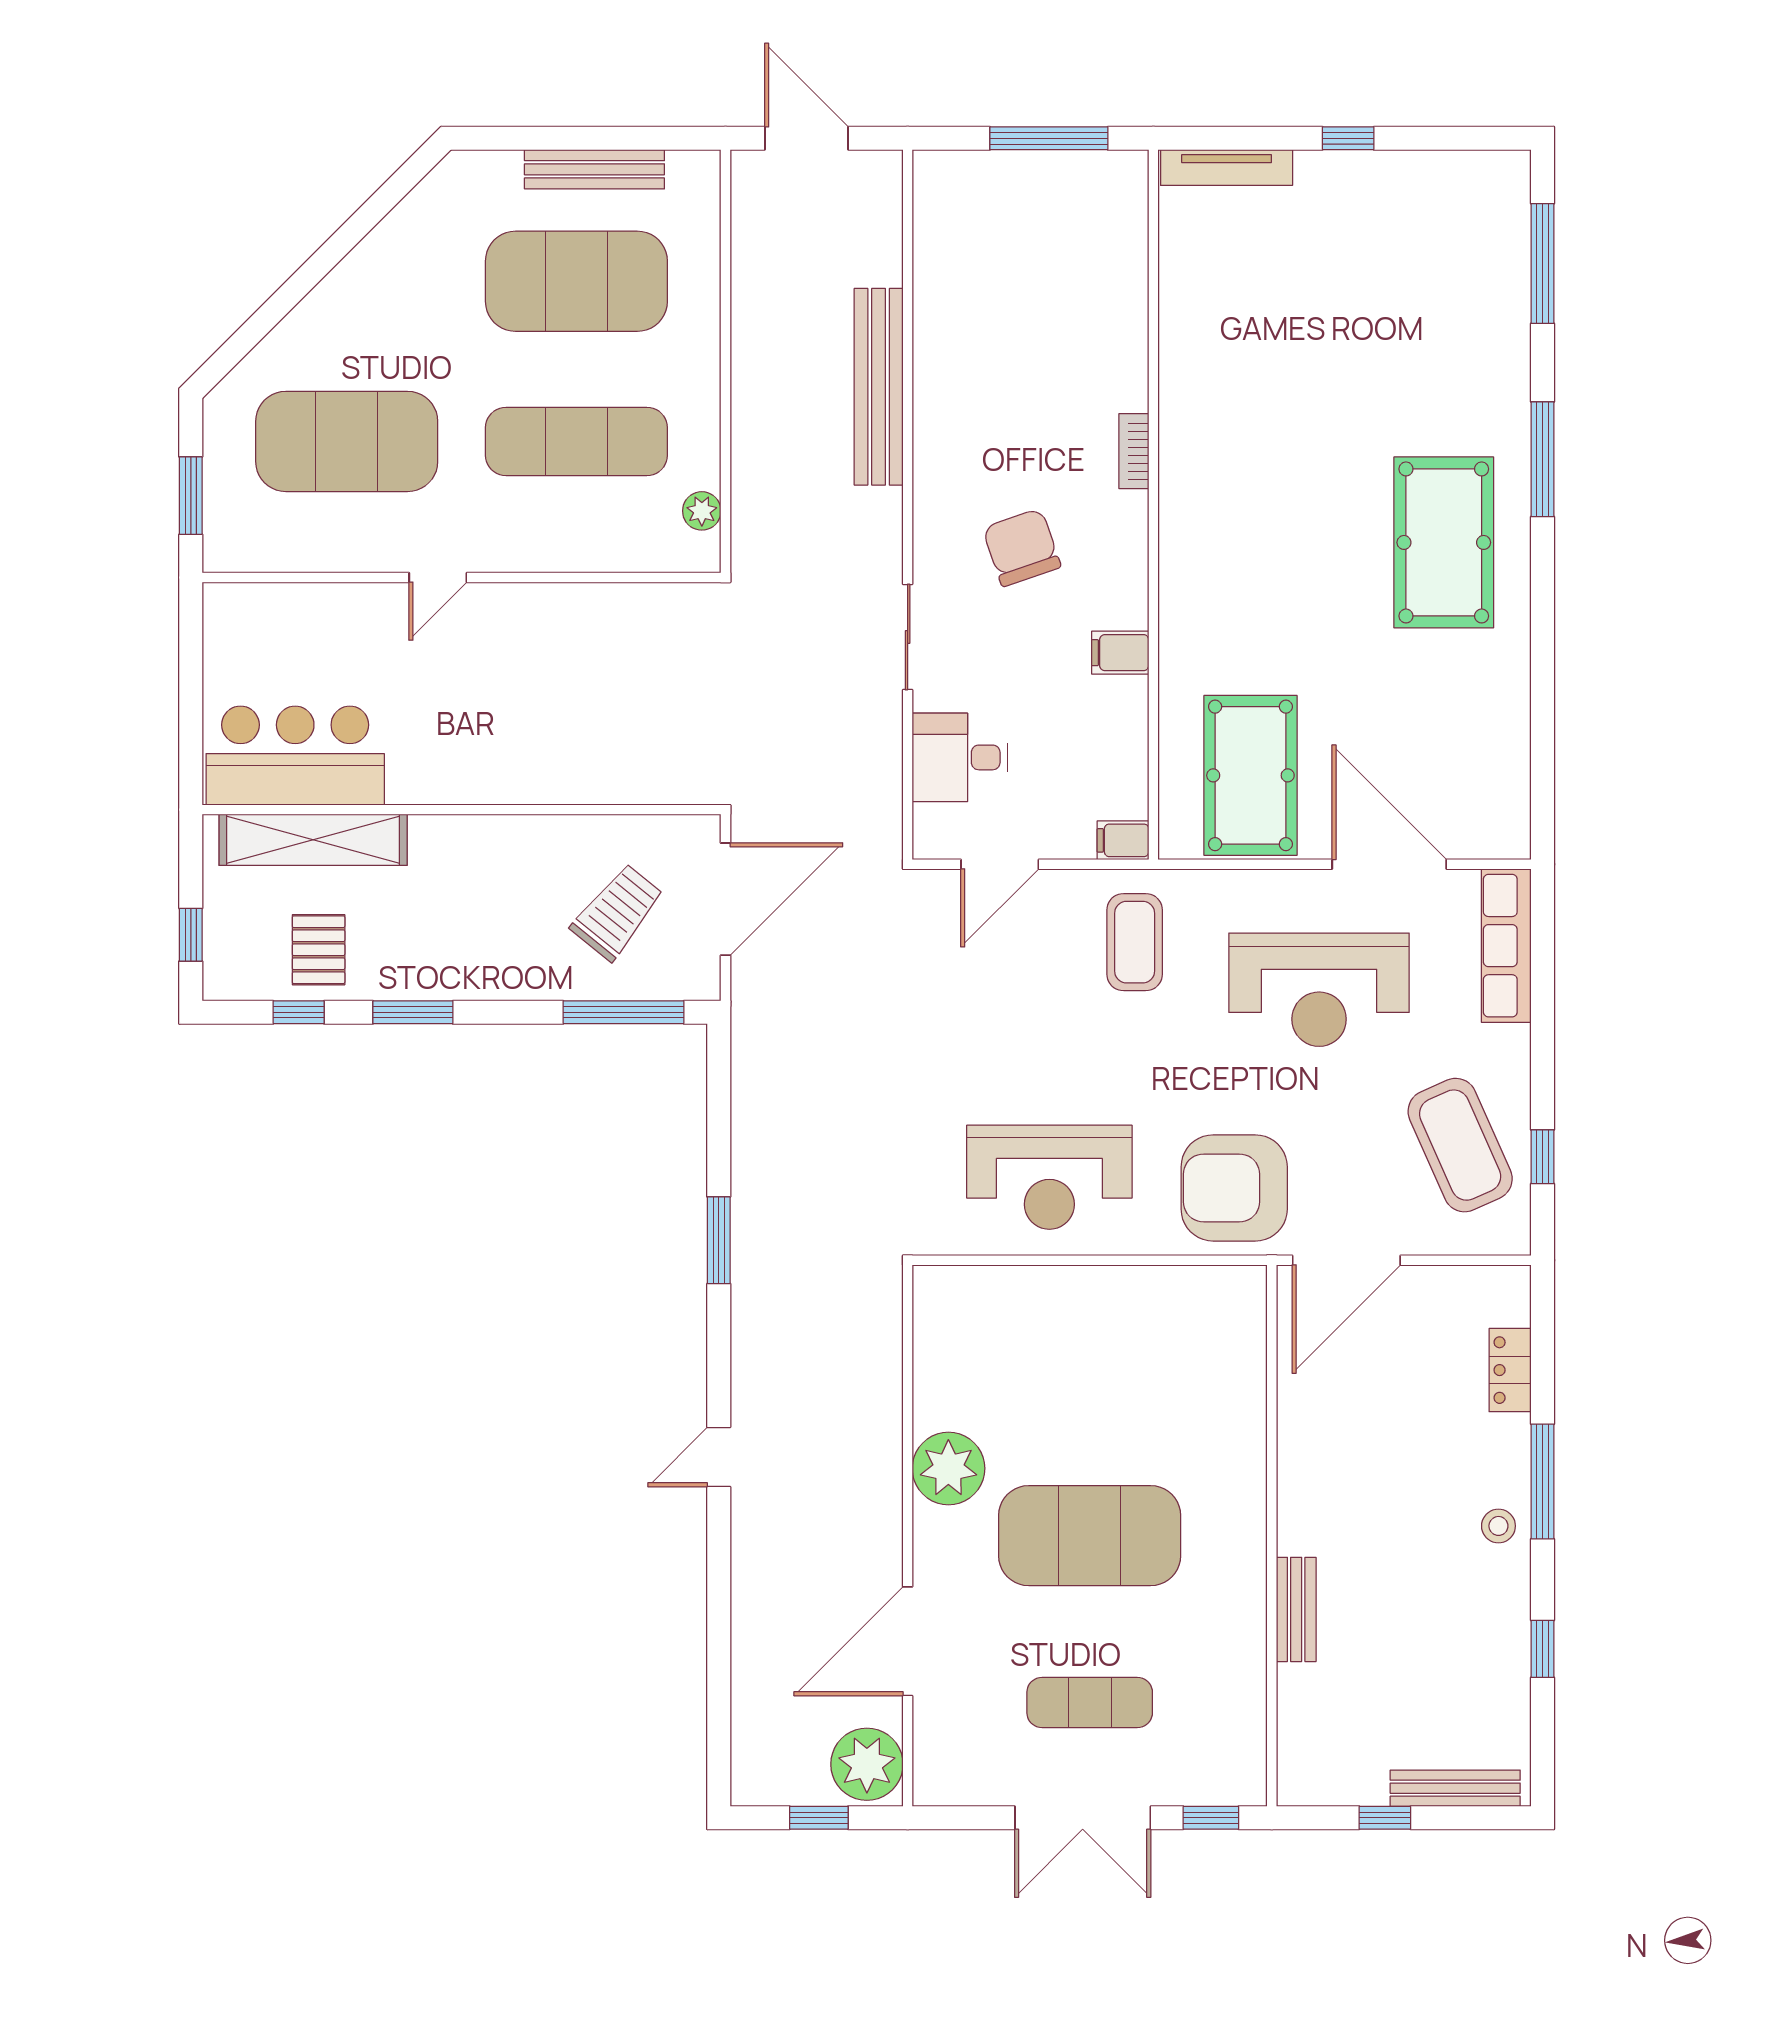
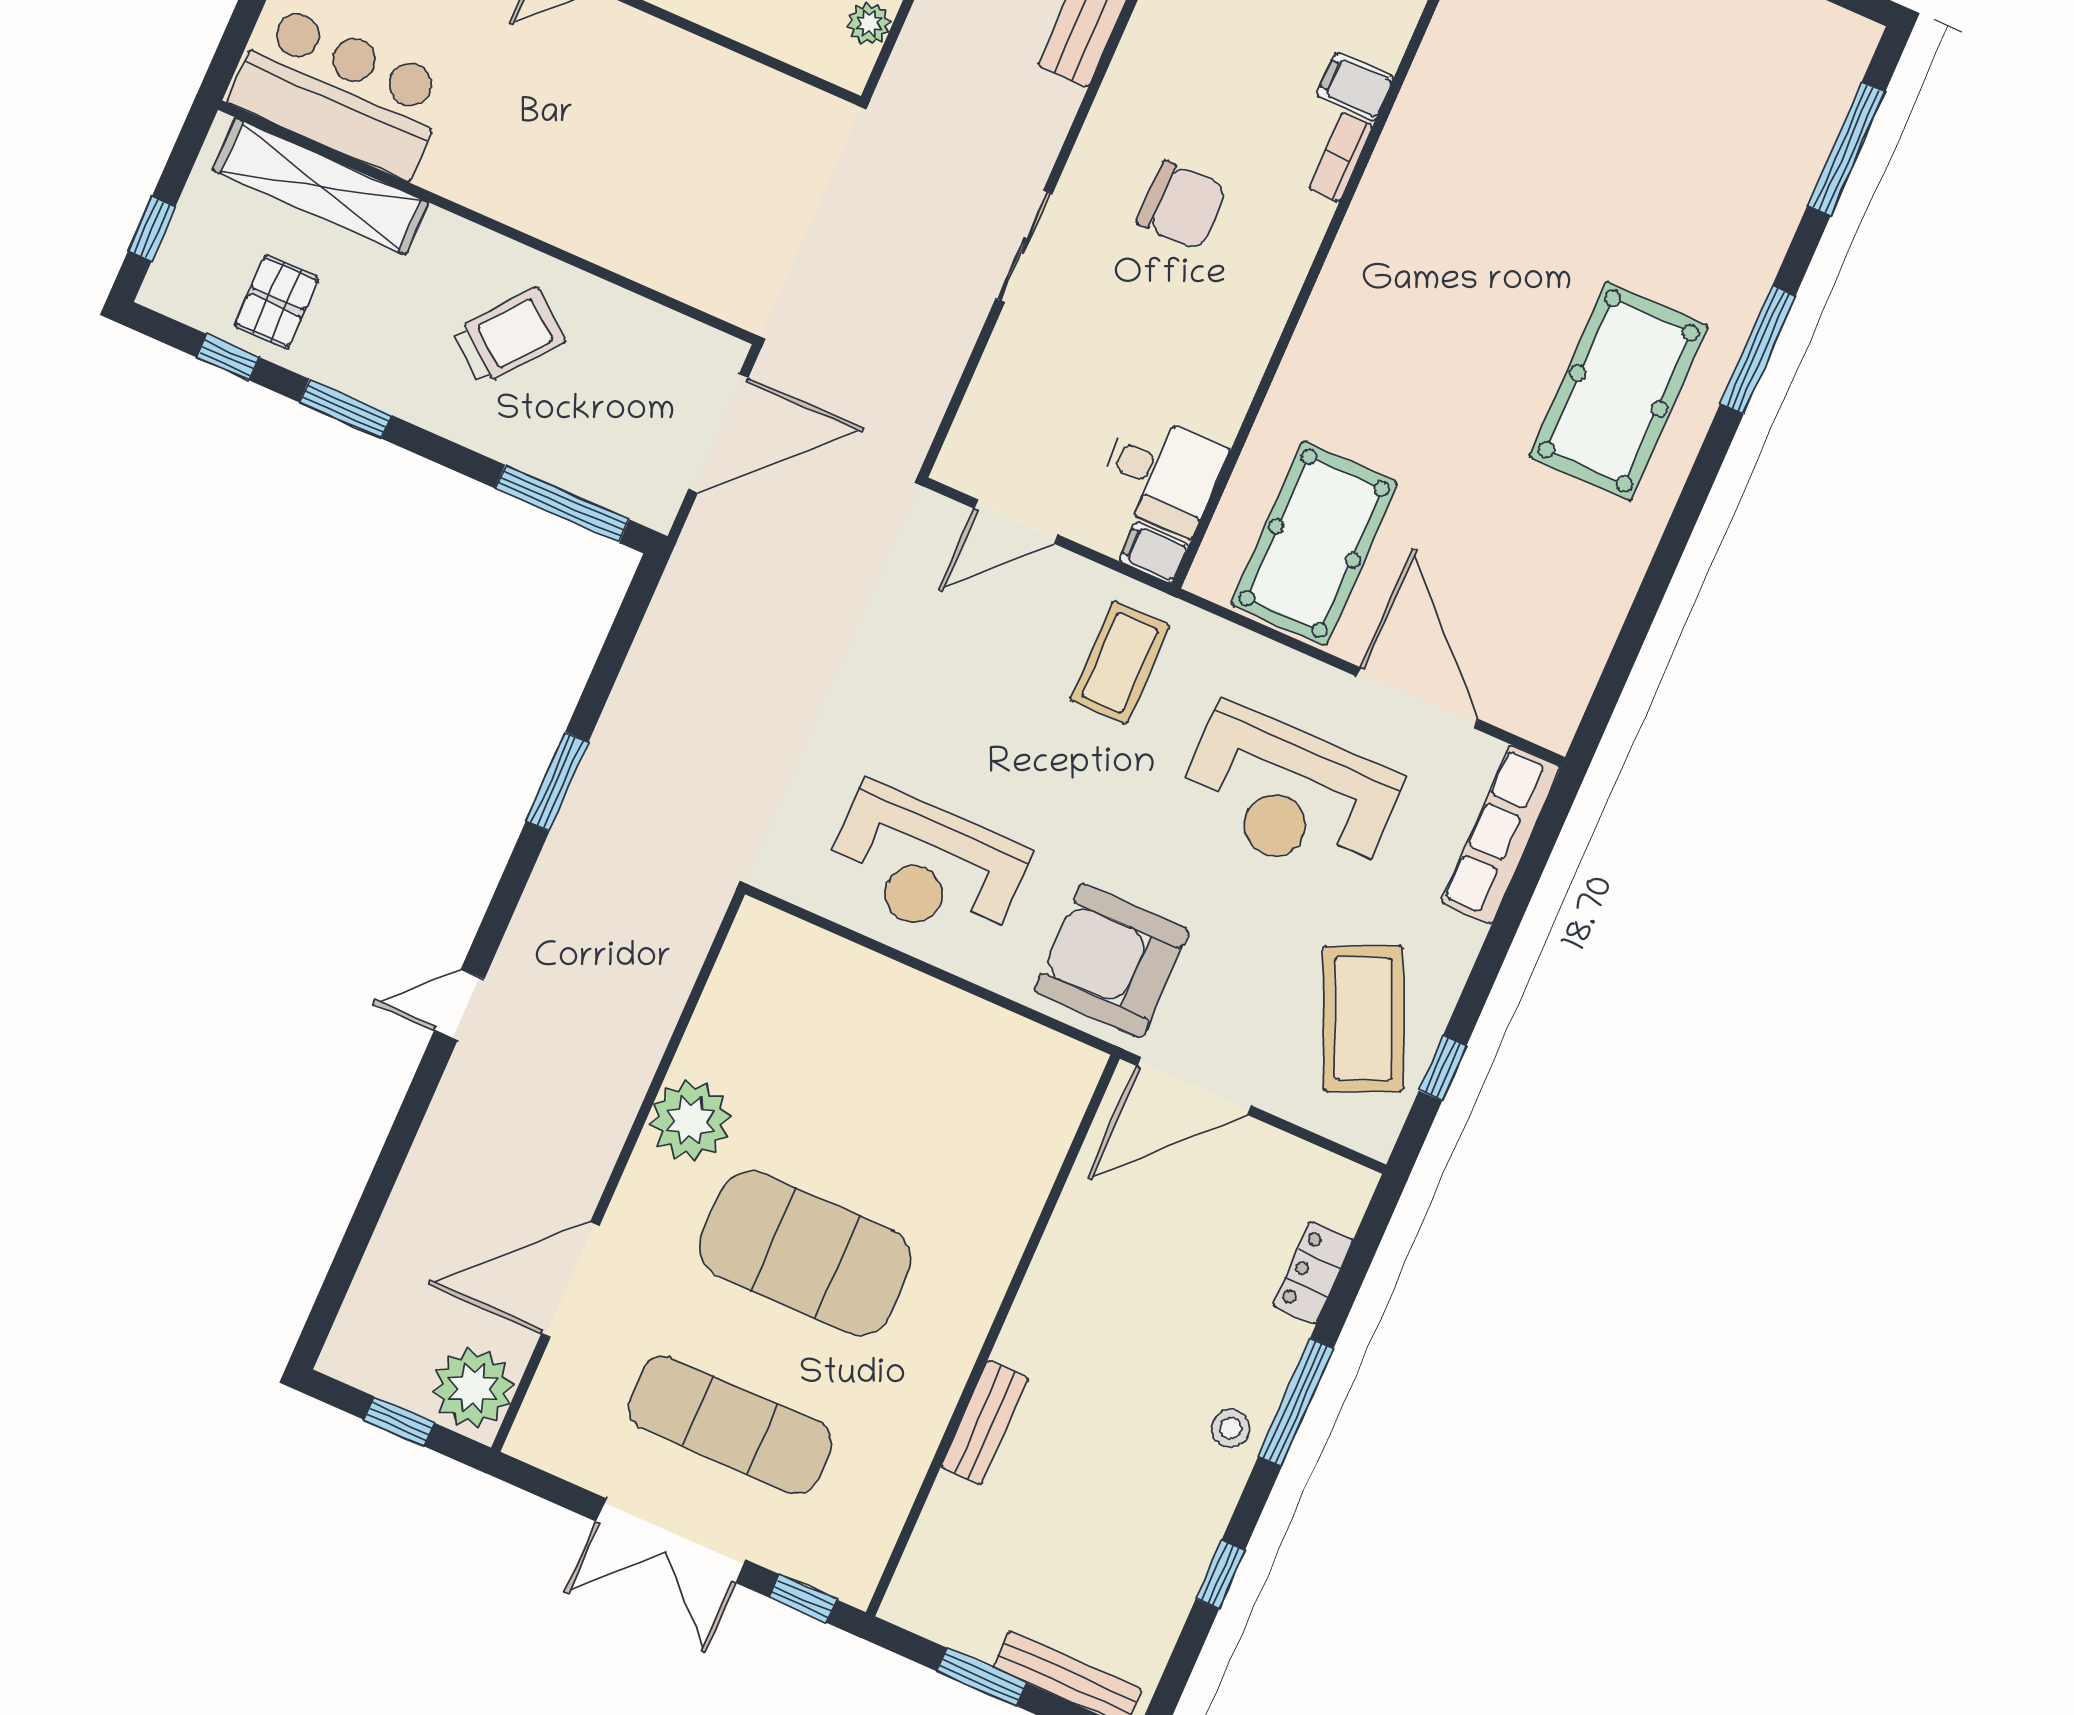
chair: (1022, 547) -> (1182, 206), turned 109
filing cabinet: (1120, 653) -> (1355, 87), moved
desk: (960, 757) -> (1162, 473), moved, turned 180
trolley: (617, 912) -> (509, 336), moved
exercise mat: (1090, 1702) -> (730, 1425), width x1.36, depth x1.45
window: (1385, 1818) -> (982, 1677), width x1.50

